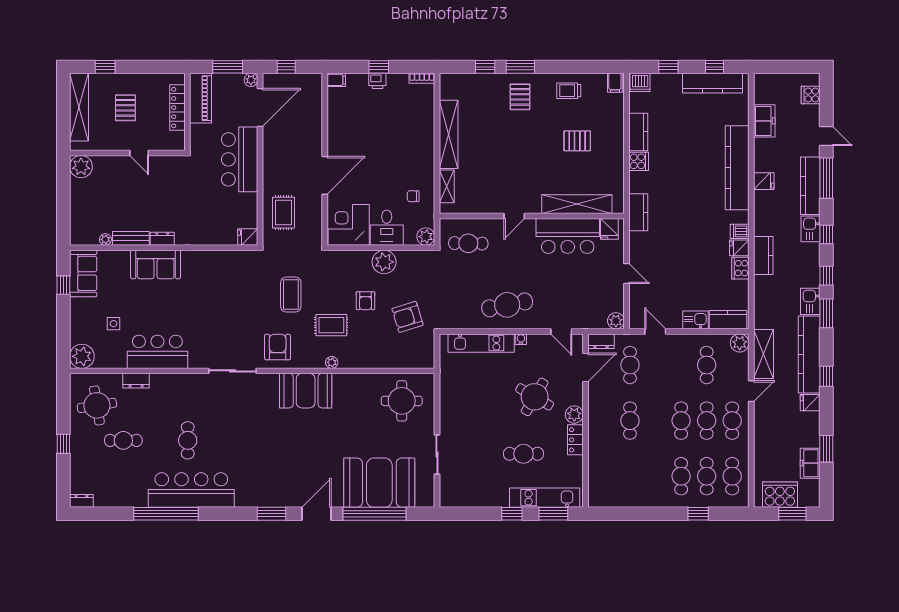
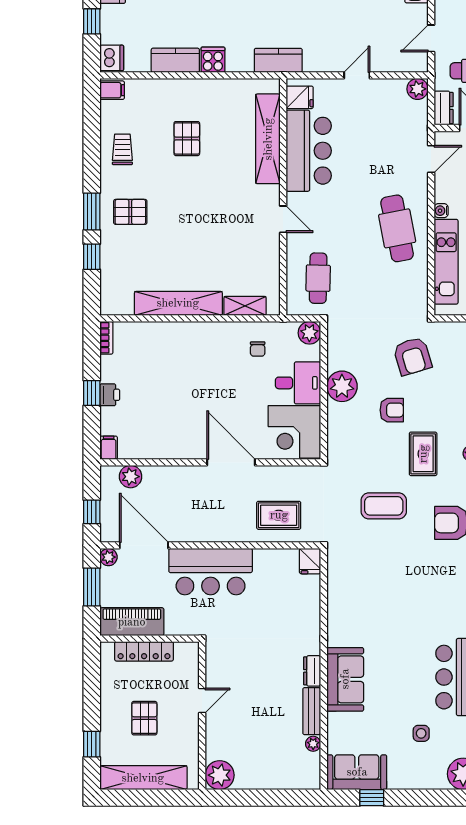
trolley: (569, 91) -> (122, 149), turned 180
plant: (314, 97) -> (131, 477), added
pallet: (125, 108) -> (144, 718), turned 90

